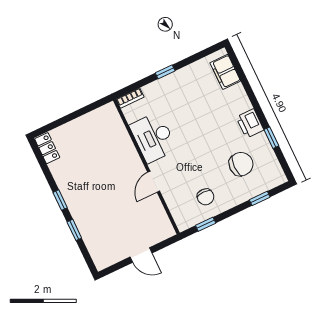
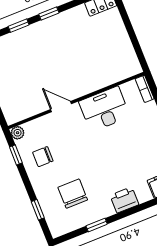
printer: (250, 123) -> (124, 200), moved
chair: (241, 164) -> (73, 194), turned 180
plant: (183, 224) -> (18, 133), added

